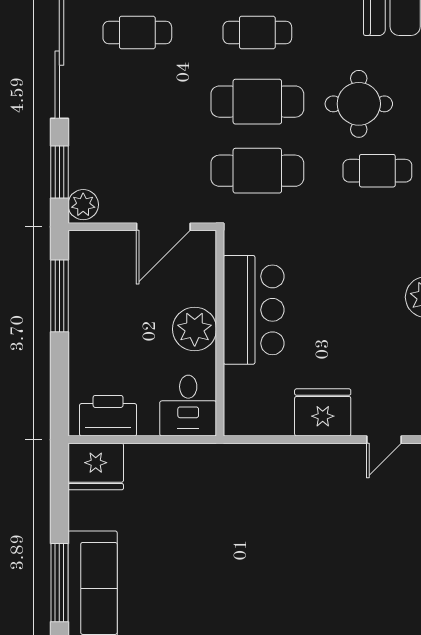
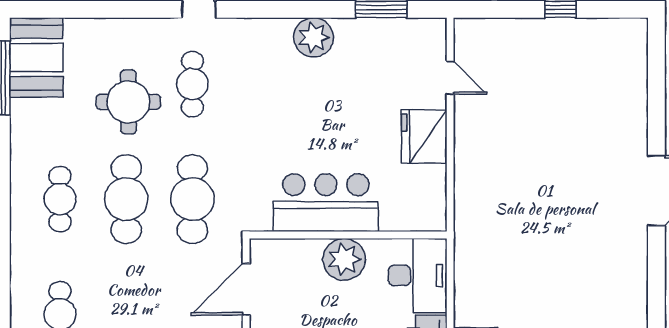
door: (163, 227) -> (246, 289), swing flipped
desk: (188, 406) -> (418, 276), width x1.37

